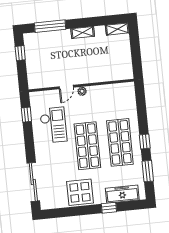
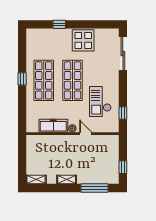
door: (66, 87) -> (86, 134), hinge flipped
window: (148, 171) -> (22, 53), removed
freezer: (122, 194) -> (53, 126), moved, turned 180

